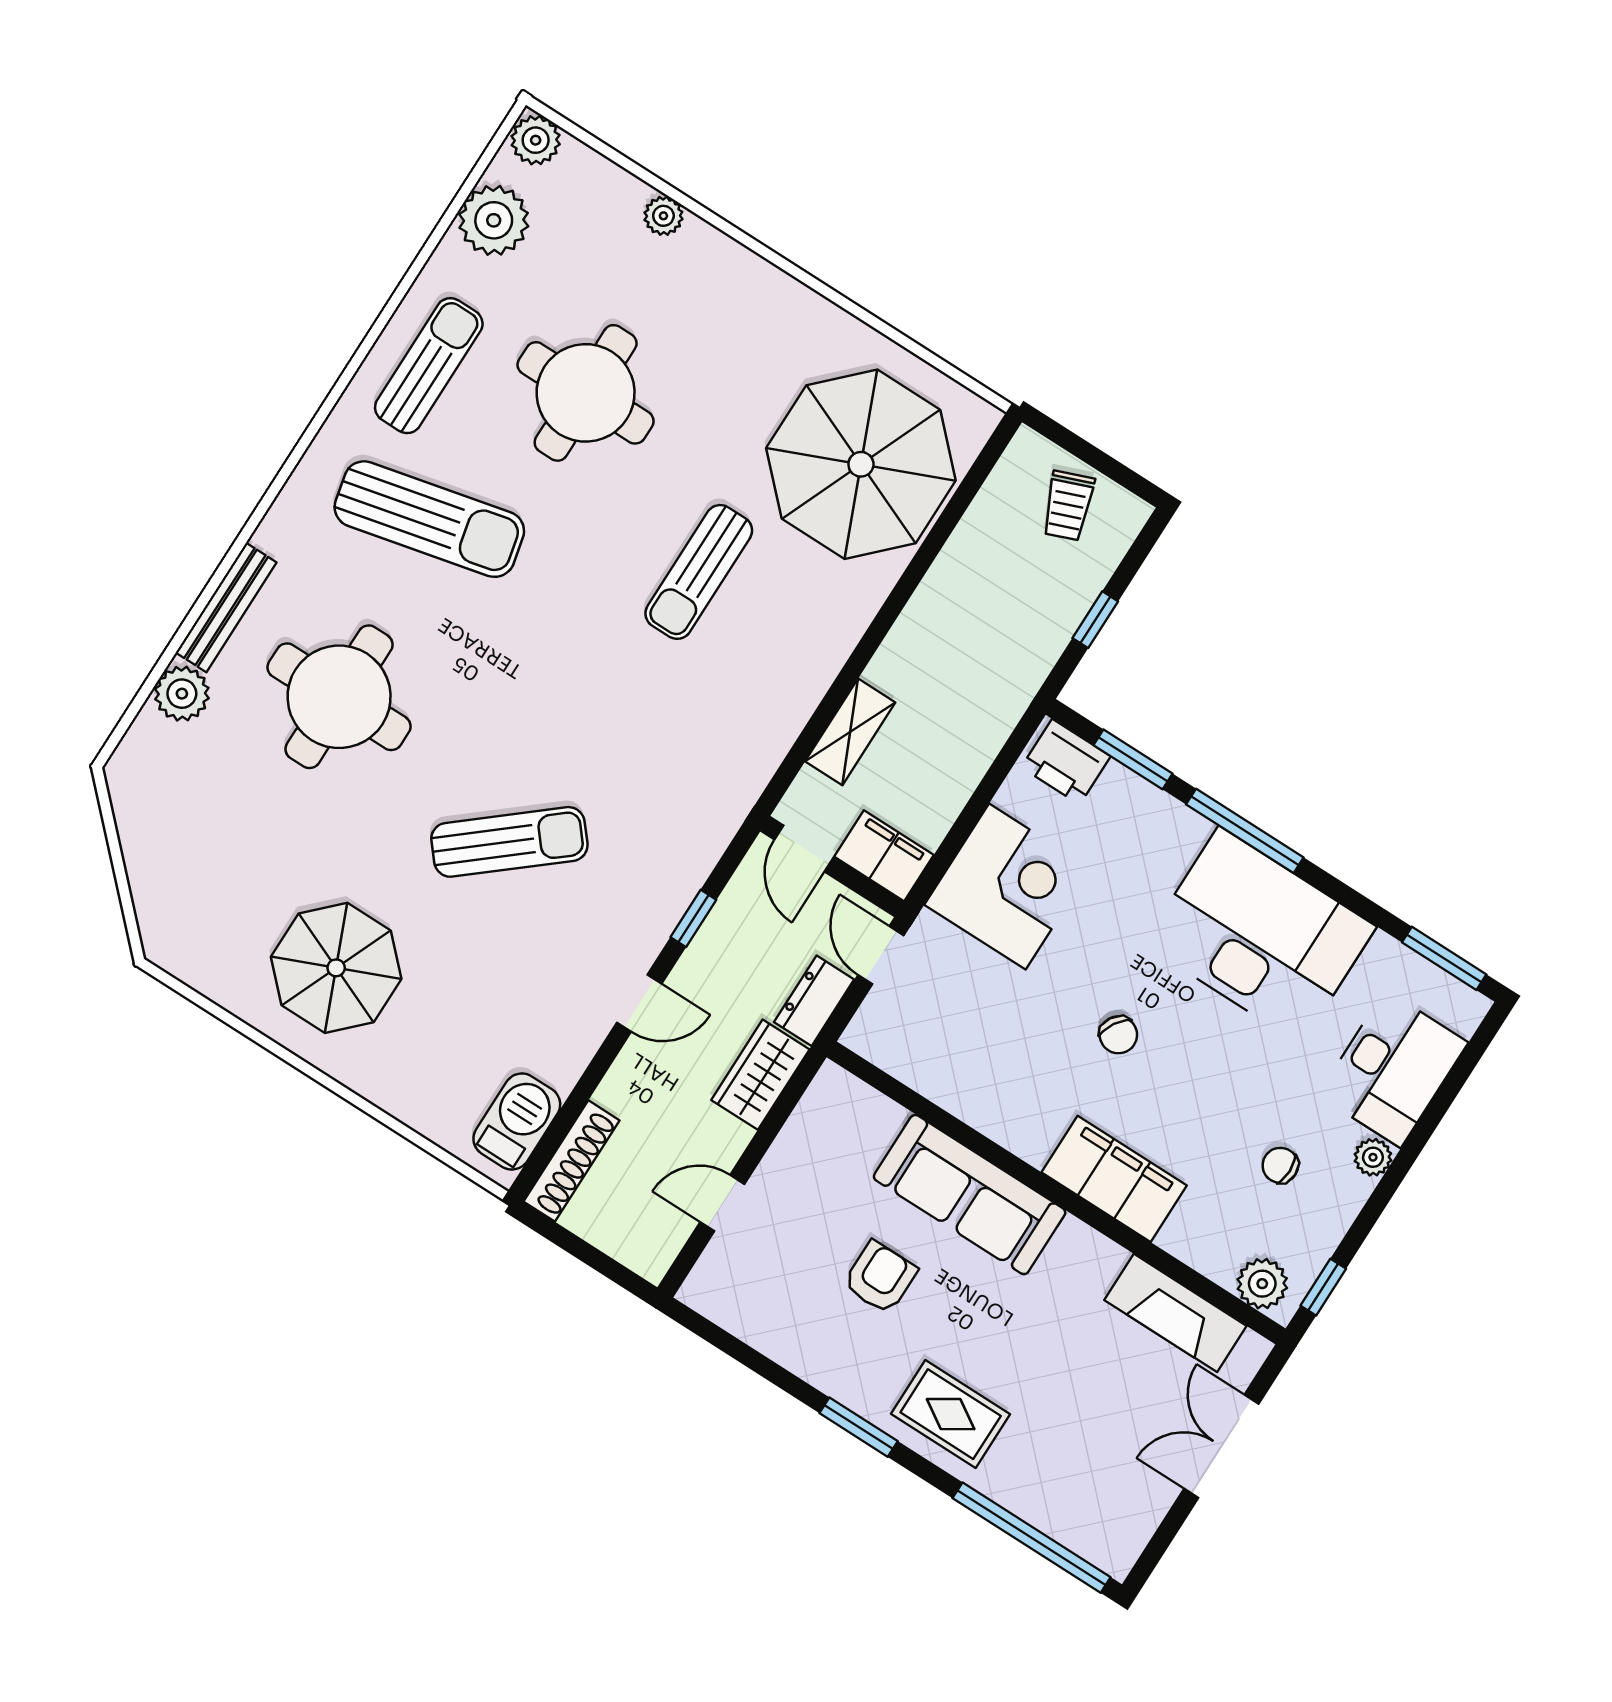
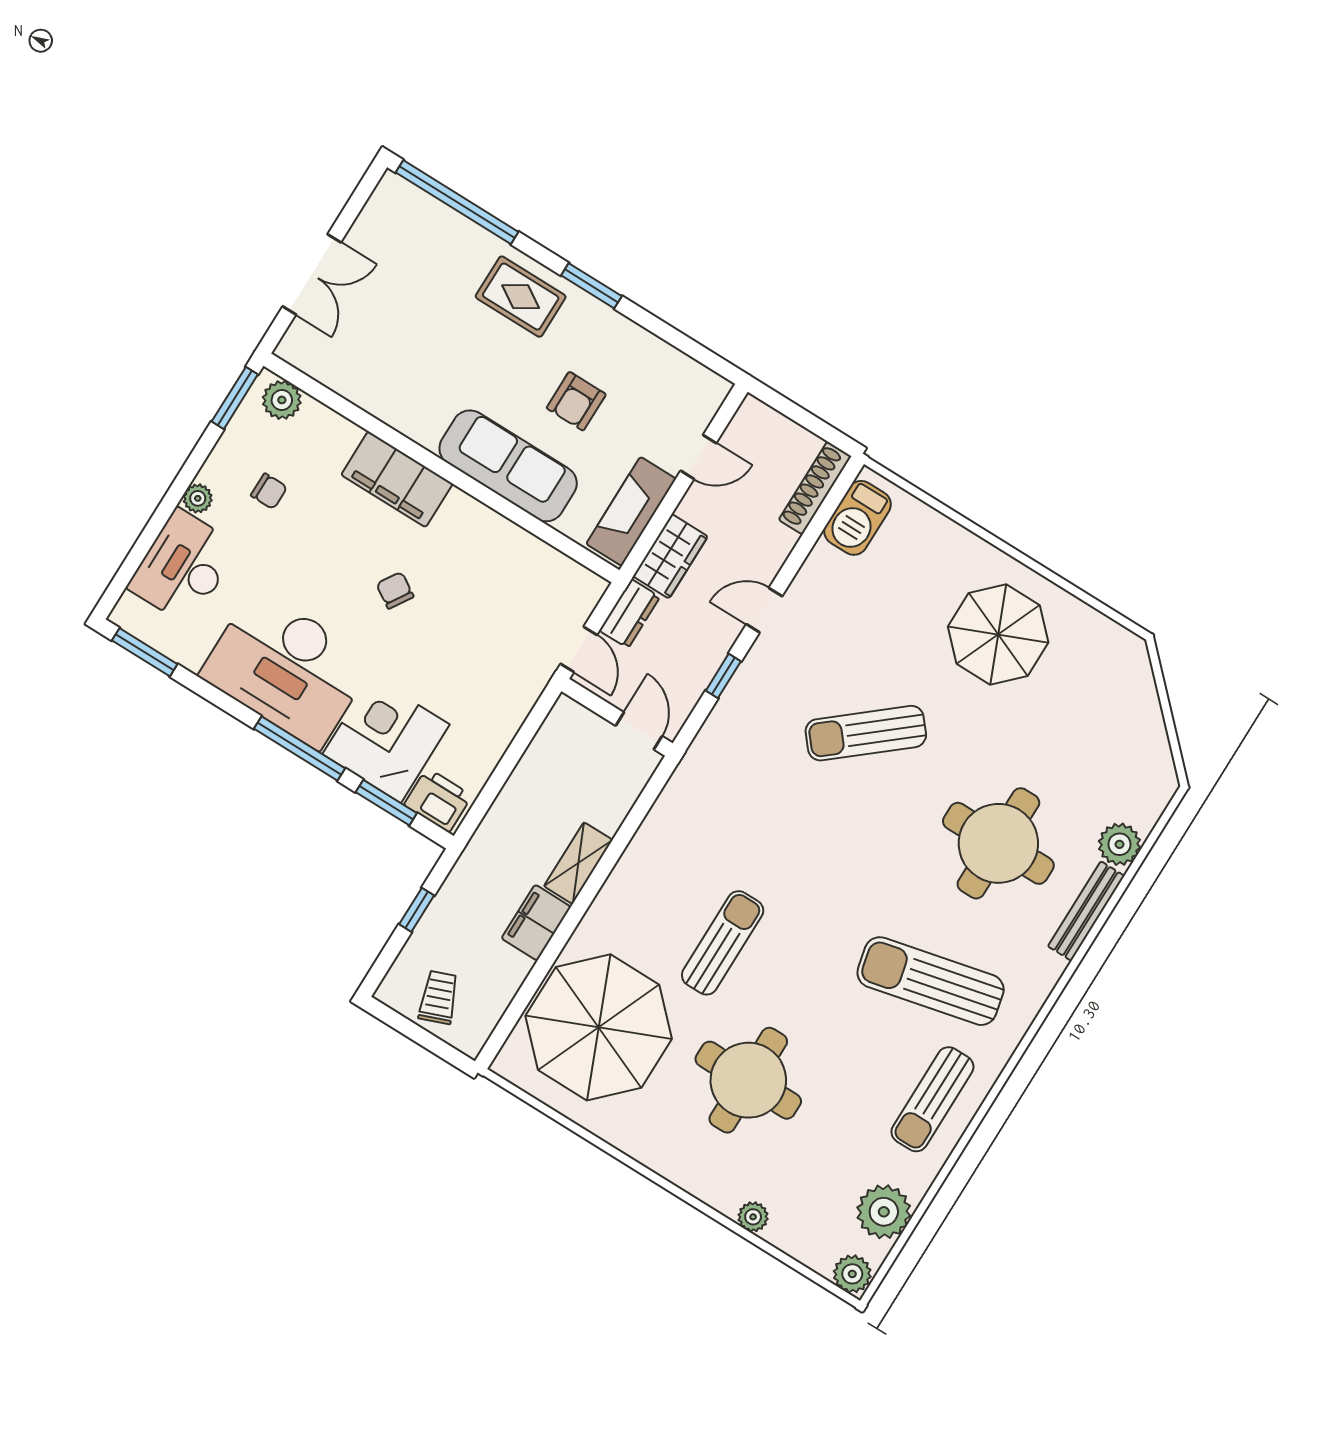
round table: (586, 393) -> (748, 1080), moved
shelving: (850, 732) -> (578, 863), moved
filing cabinet: (884, 856) -> (536, 923), moved, turned 90
corner desk: (1007, 887) -> (386, 739), moved, turned 90
window: (1323, 1287) -> (235, 398), width x1.50
fireplace: (1175, 1313) -> (631, 511), moved, turned -90

